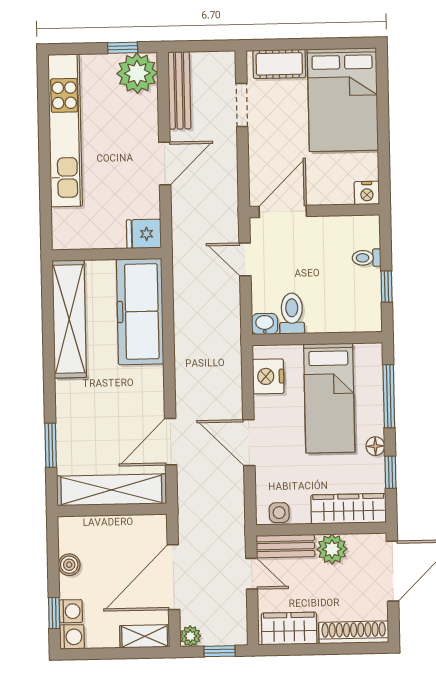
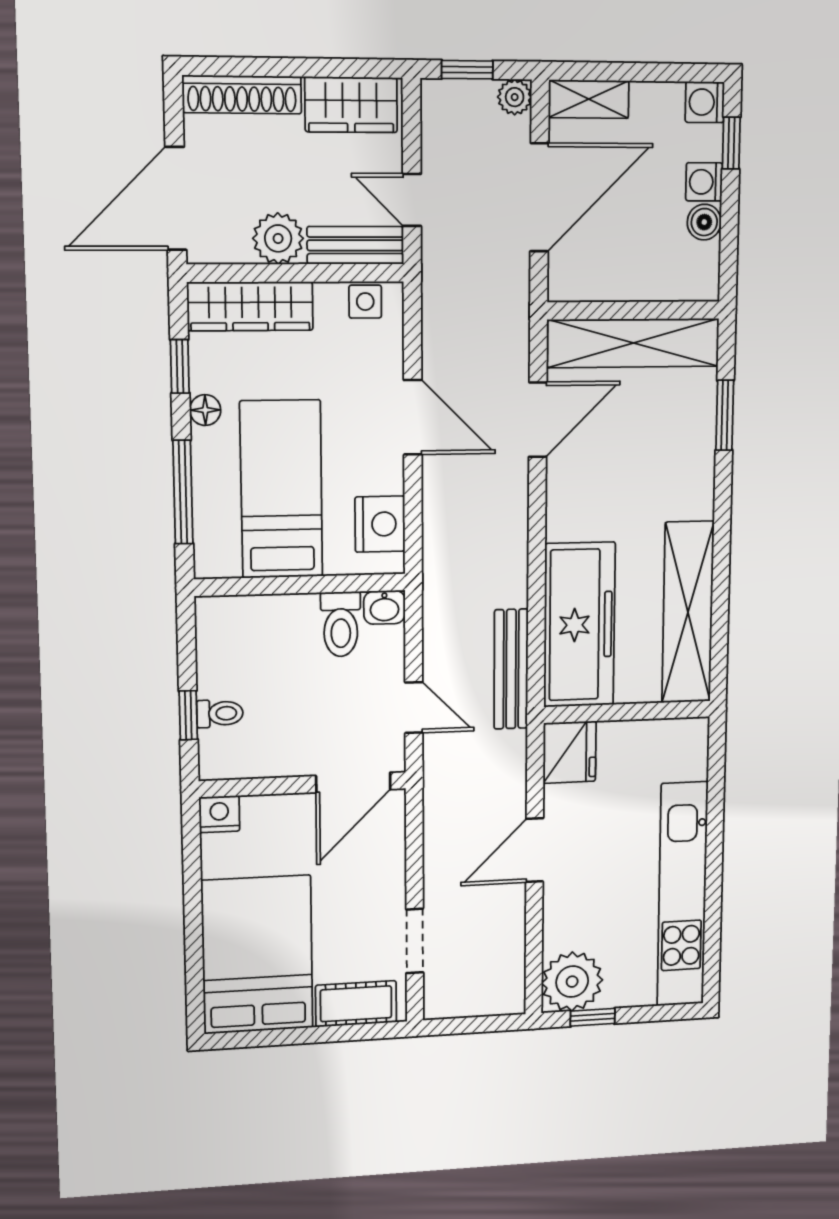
bench: (179, 90) -> (511, 669), moved
fridge: (144, 234) -> (570, 752), width x1.38
window: (387, 287) -> (188, 715), moved
washing machine: (71, 611) -> (704, 182), moved

